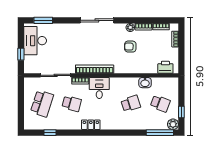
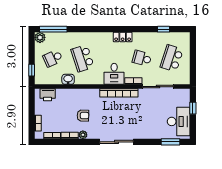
school desk: (131, 104) -> (83, 58), width x1.85
school desk: (160, 104) -> (53, 58), turned -45
window: (181, 112) -> (32, 70), moved

